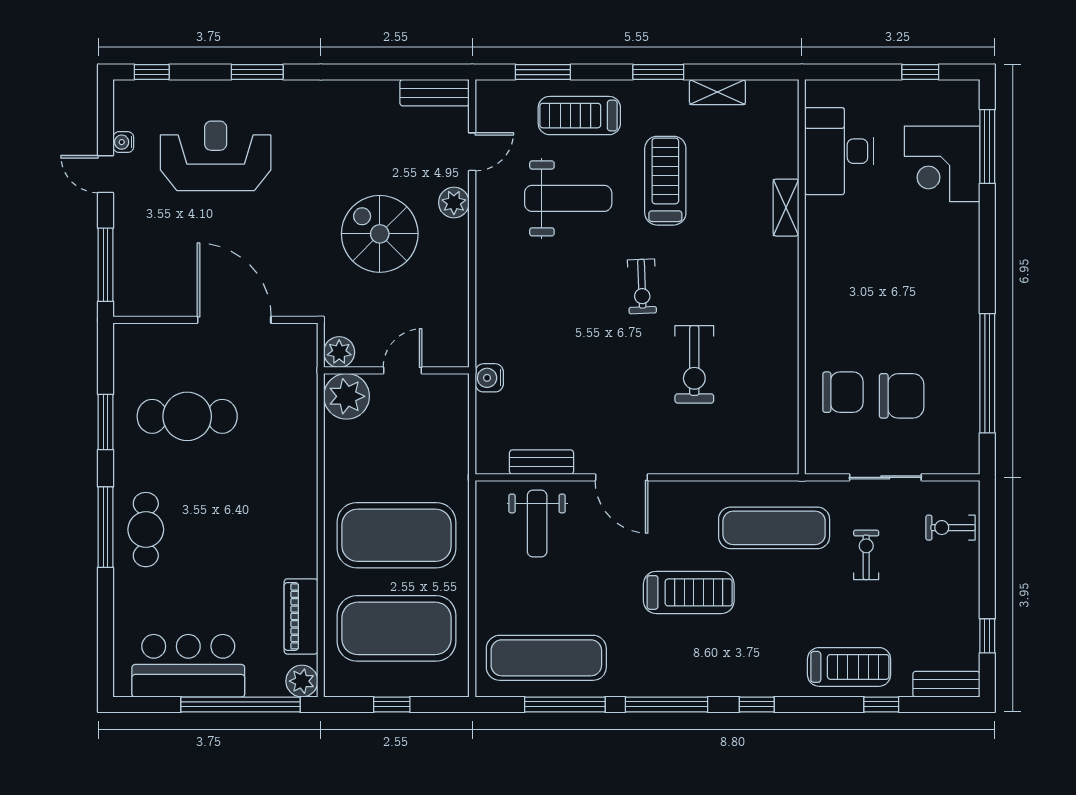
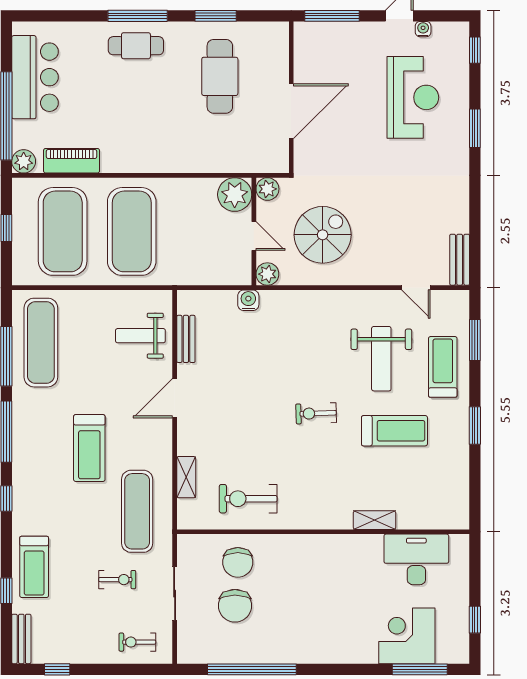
shelving: (717, 92) -> (186, 477), moved
plant: (454, 203) -> (267, 274), moved
spiral stairs: (380, 234) -> (323, 235), moved
exercise bike: (694, 364) -> (248, 499), moved
exercise bike: (951, 528) -> (137, 642), turned -90

